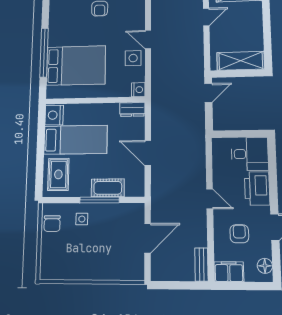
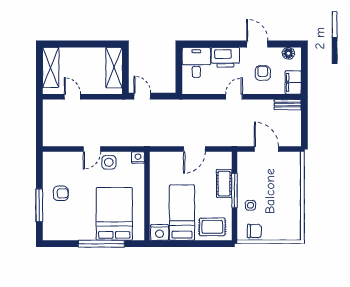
dresser: (132, 109) -> (156, 163), removed
armchair: (239, 234) -> (263, 73), turned 90

